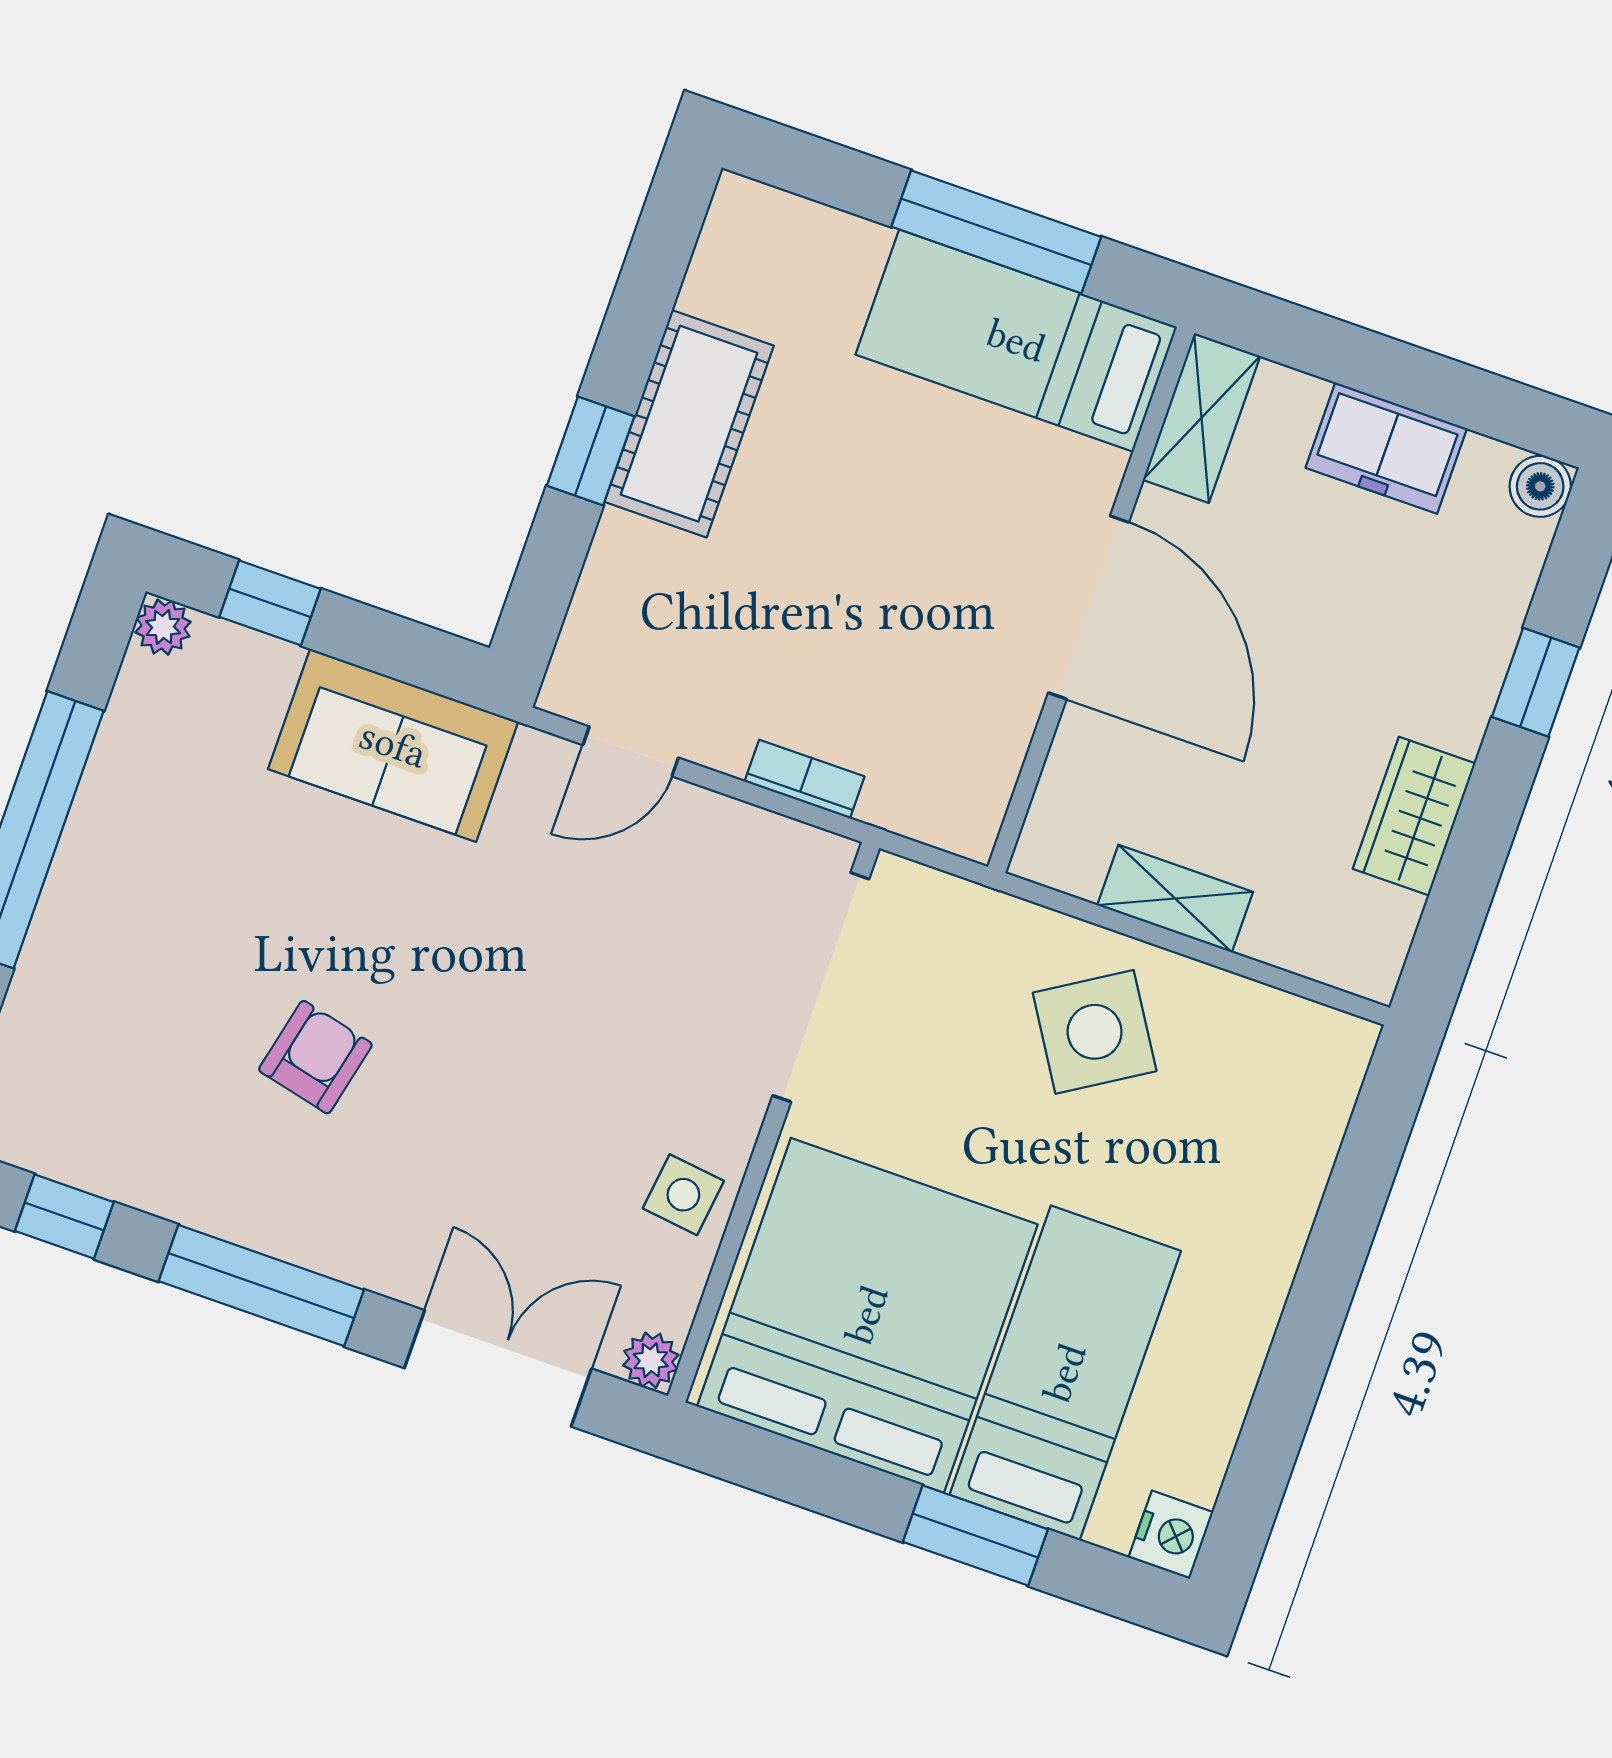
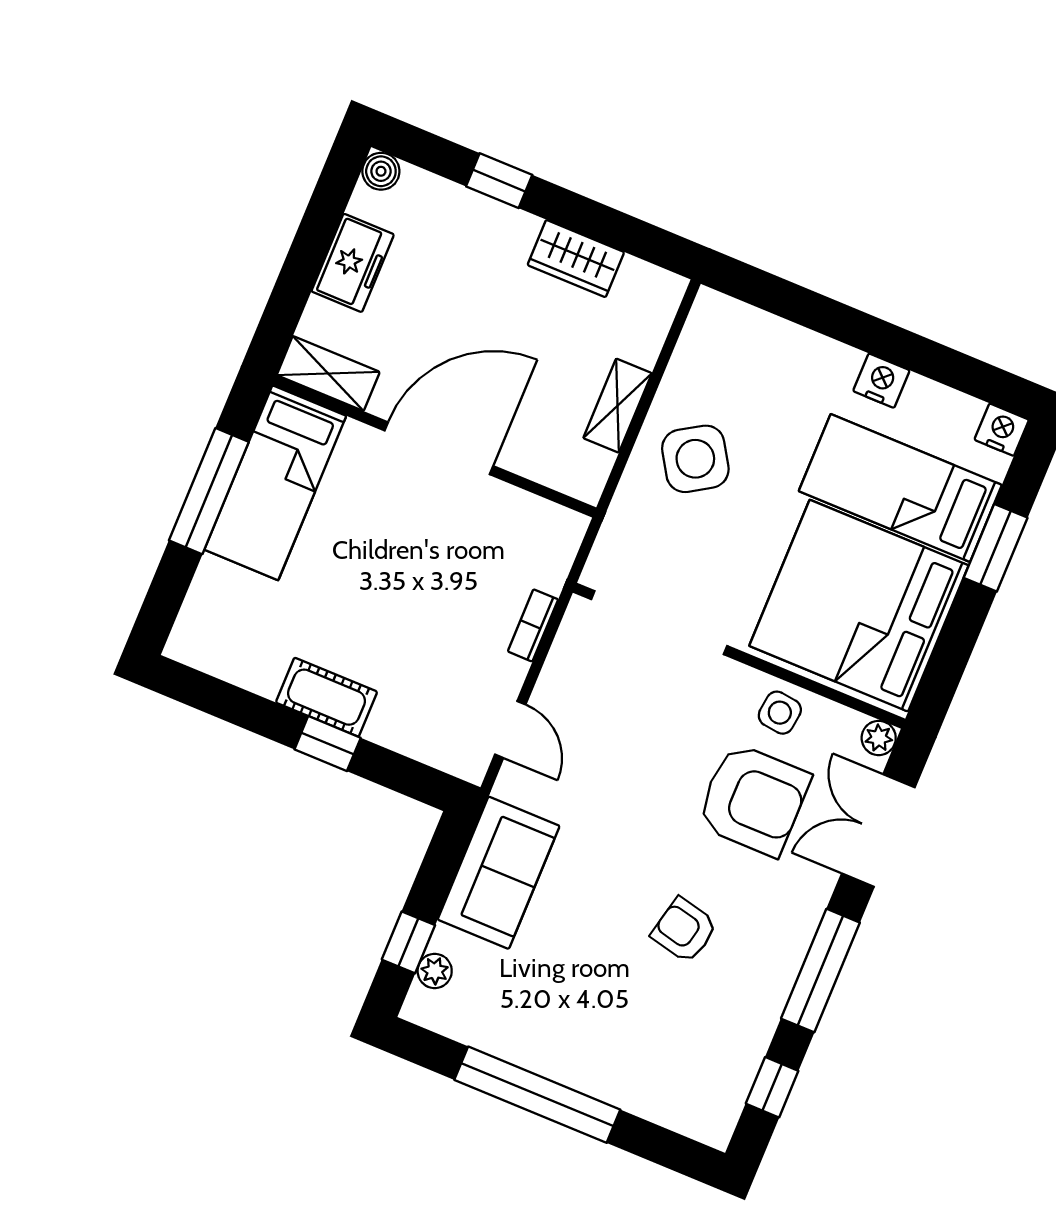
cot: (689, 424) -> (327, 697), width x0.73, depth x0.75
plant: (163, 627) -> (435, 971), moved
armchair: (537, 1159) -> (753, 800), added
nightstand: (1241, 1332) -> (881, 381), added

